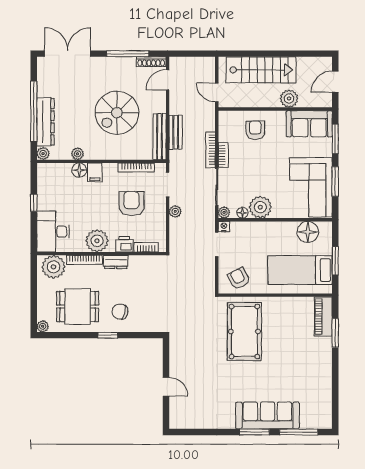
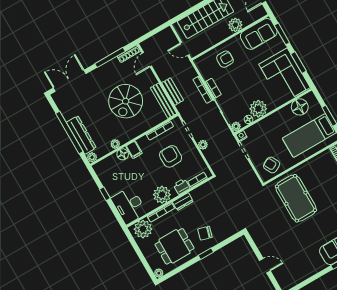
armchair: (255, 130) -> (225, 59), turned 90

